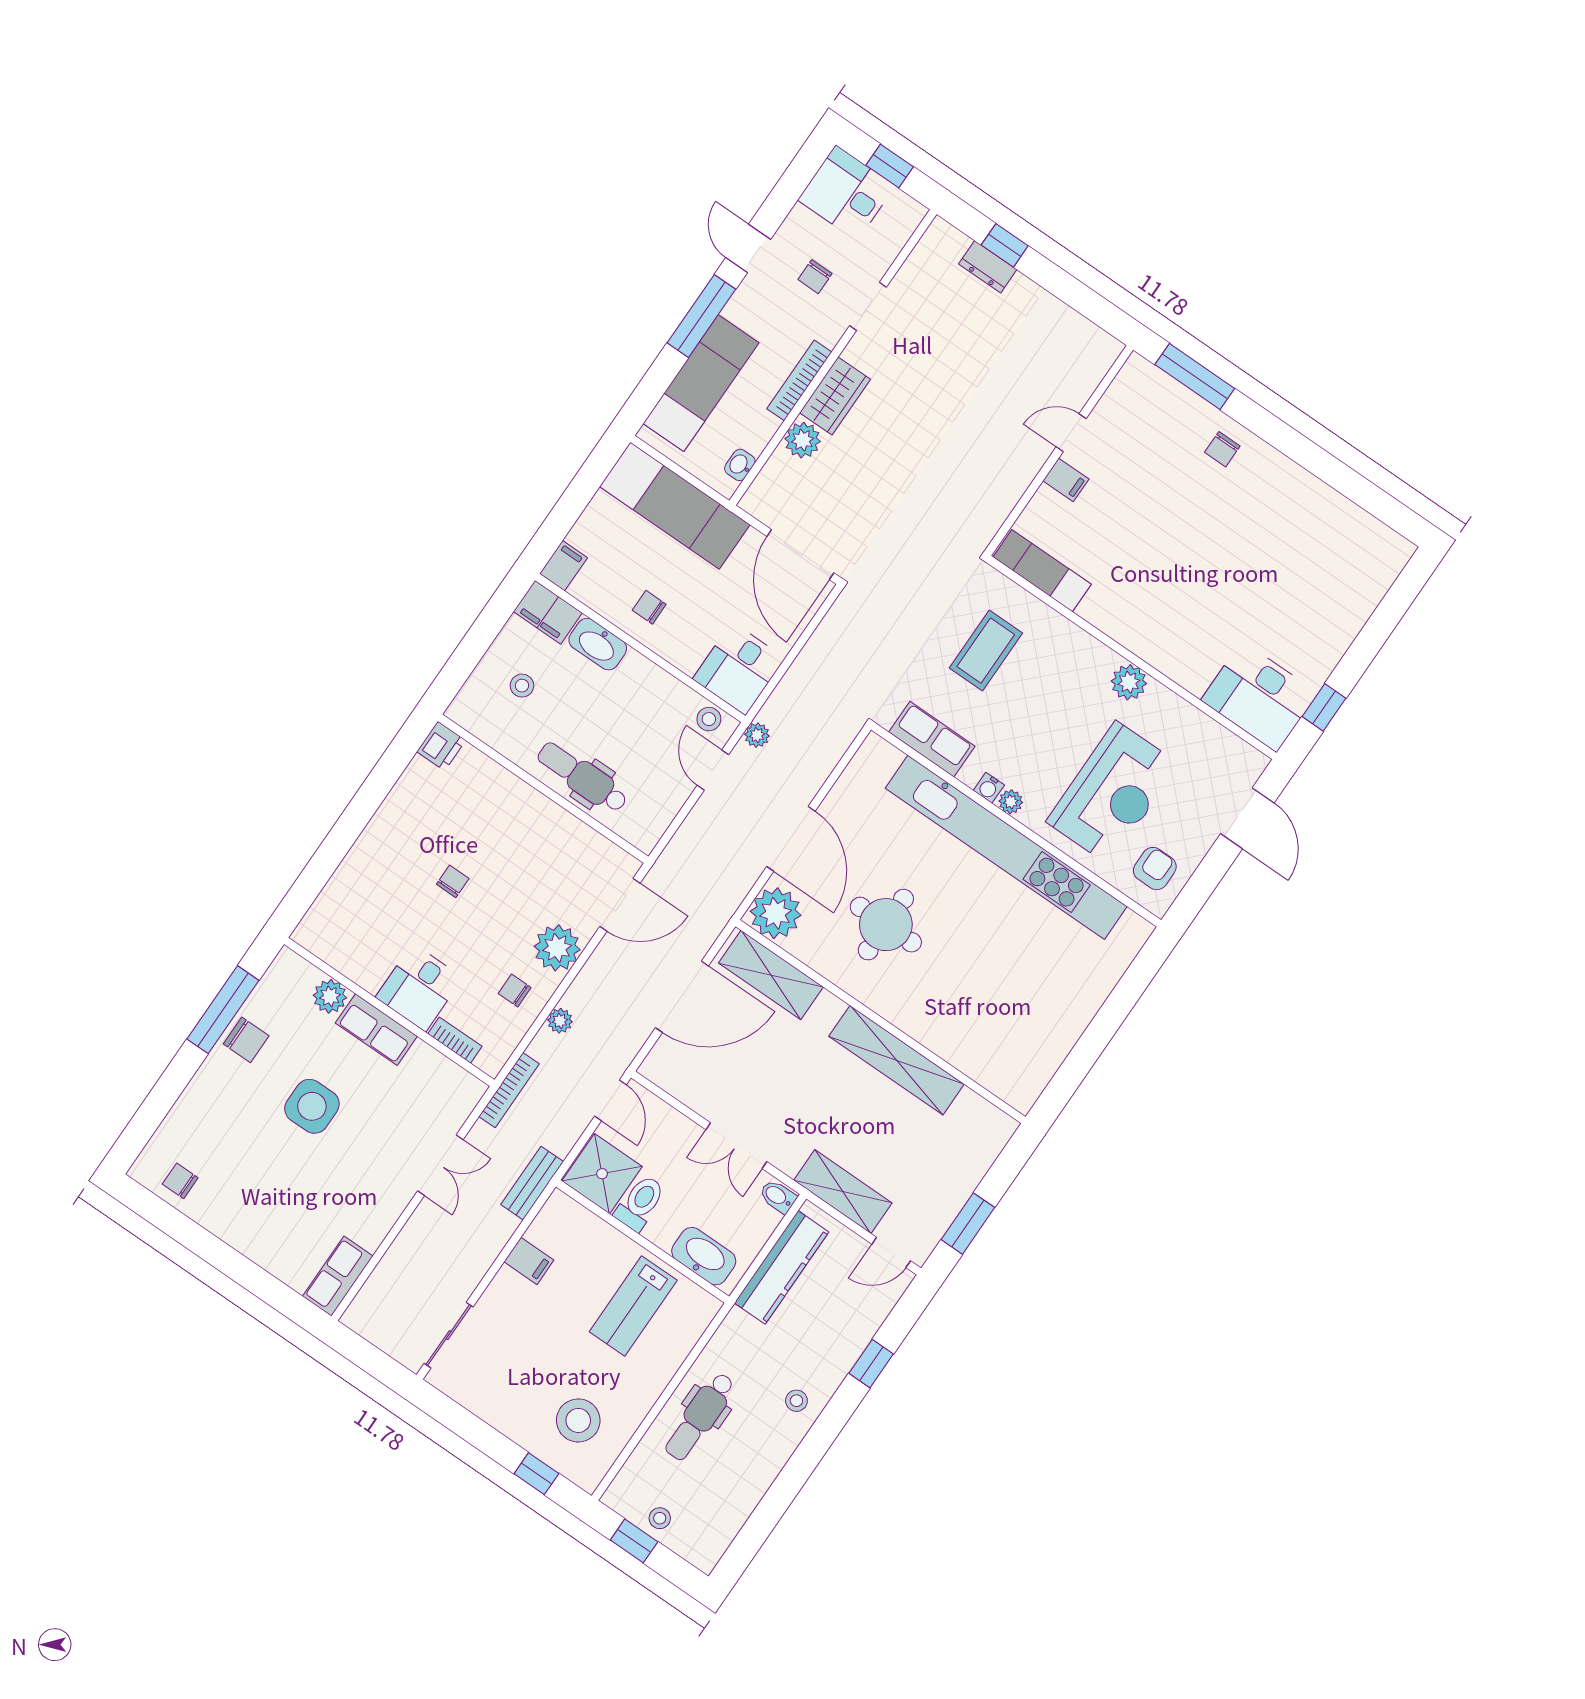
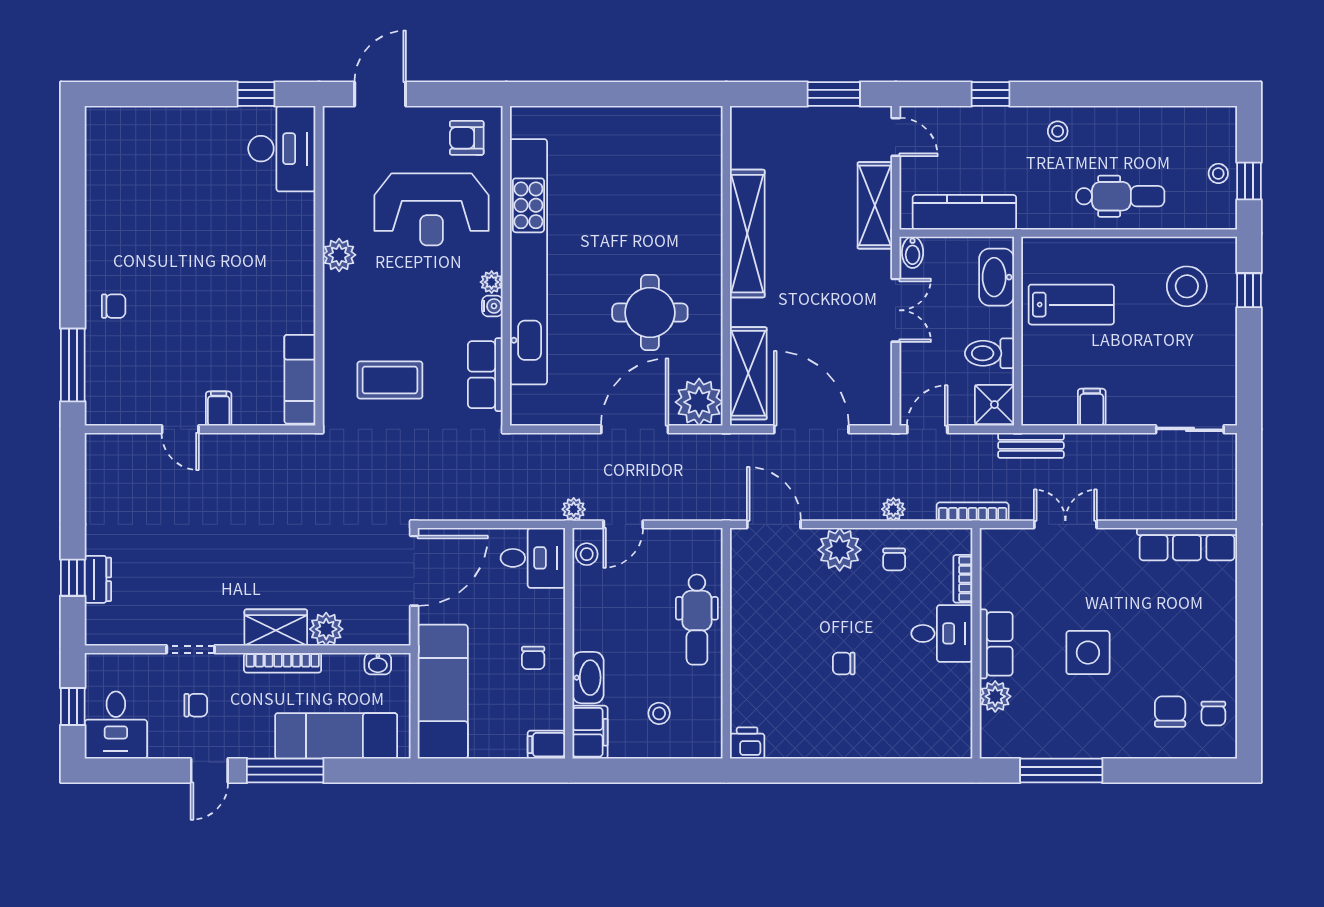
reception desk: (1113, 793) -> (432, 209), turned 180
chair: (246, 1040) -> (1170, 712), moved
shower: (602, 1174) -> (994, 405), width x0.73, depth x0.73
row of seats: (338, 1276) -> (1187, 544), width x1.48

